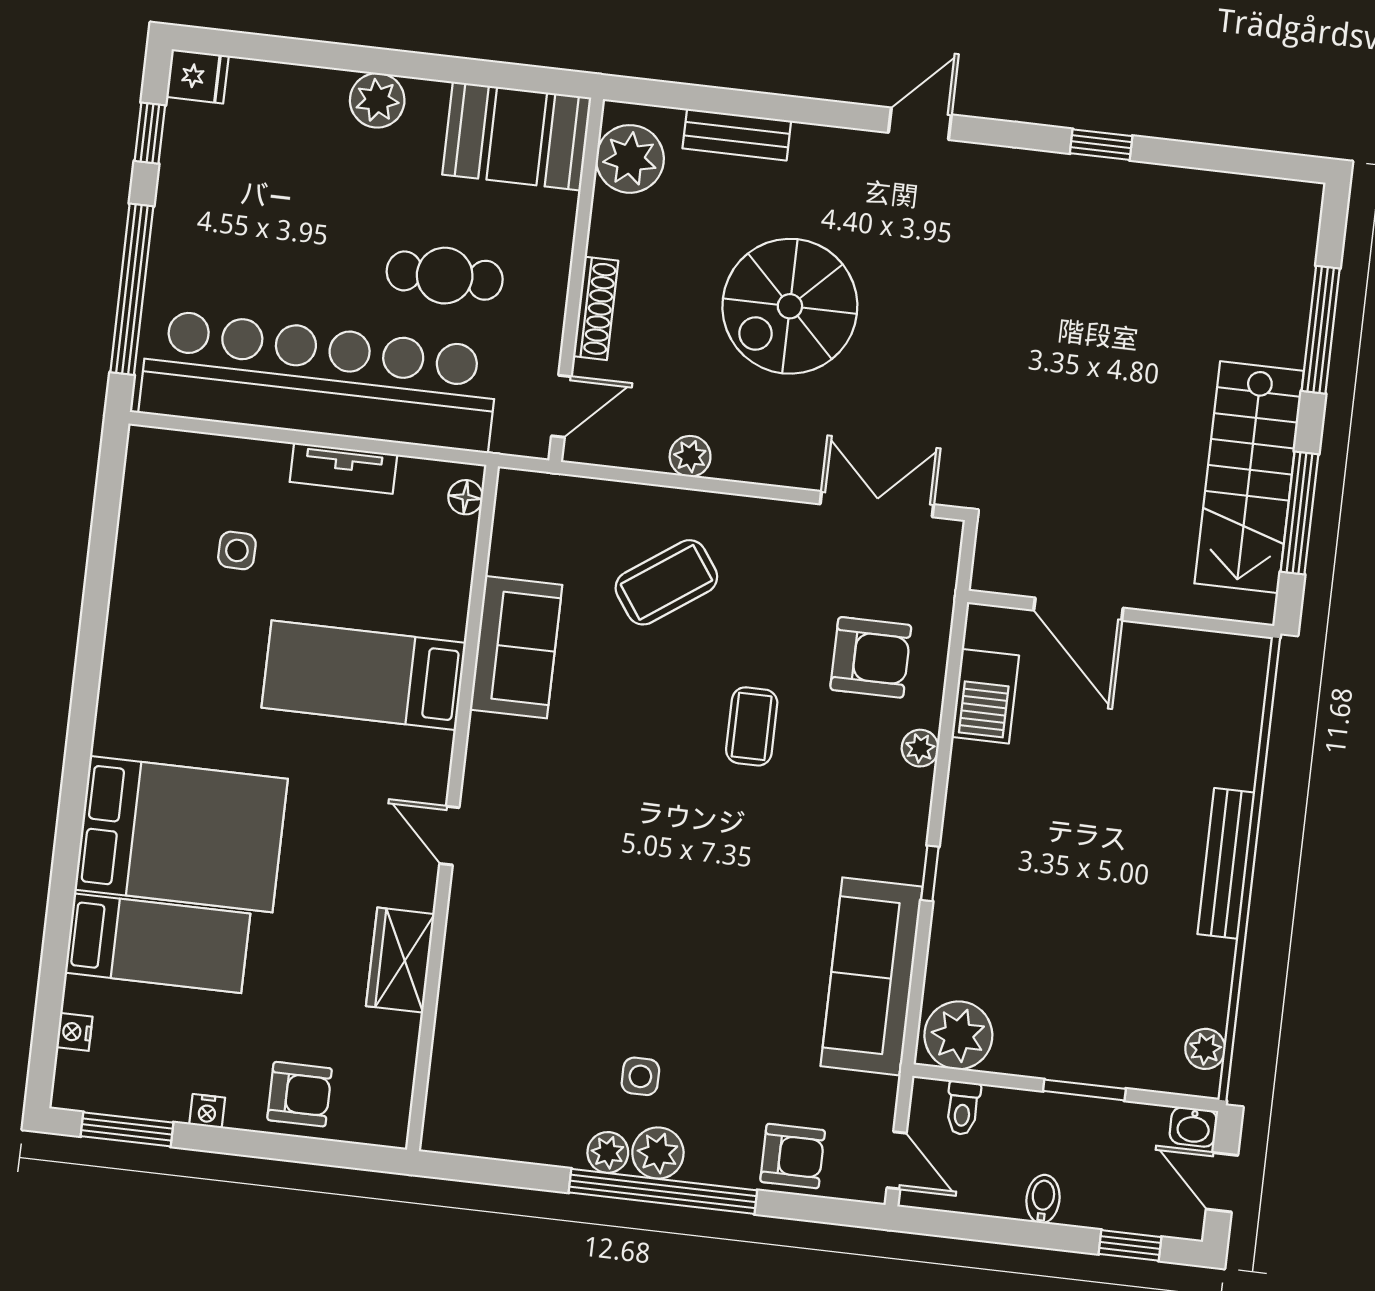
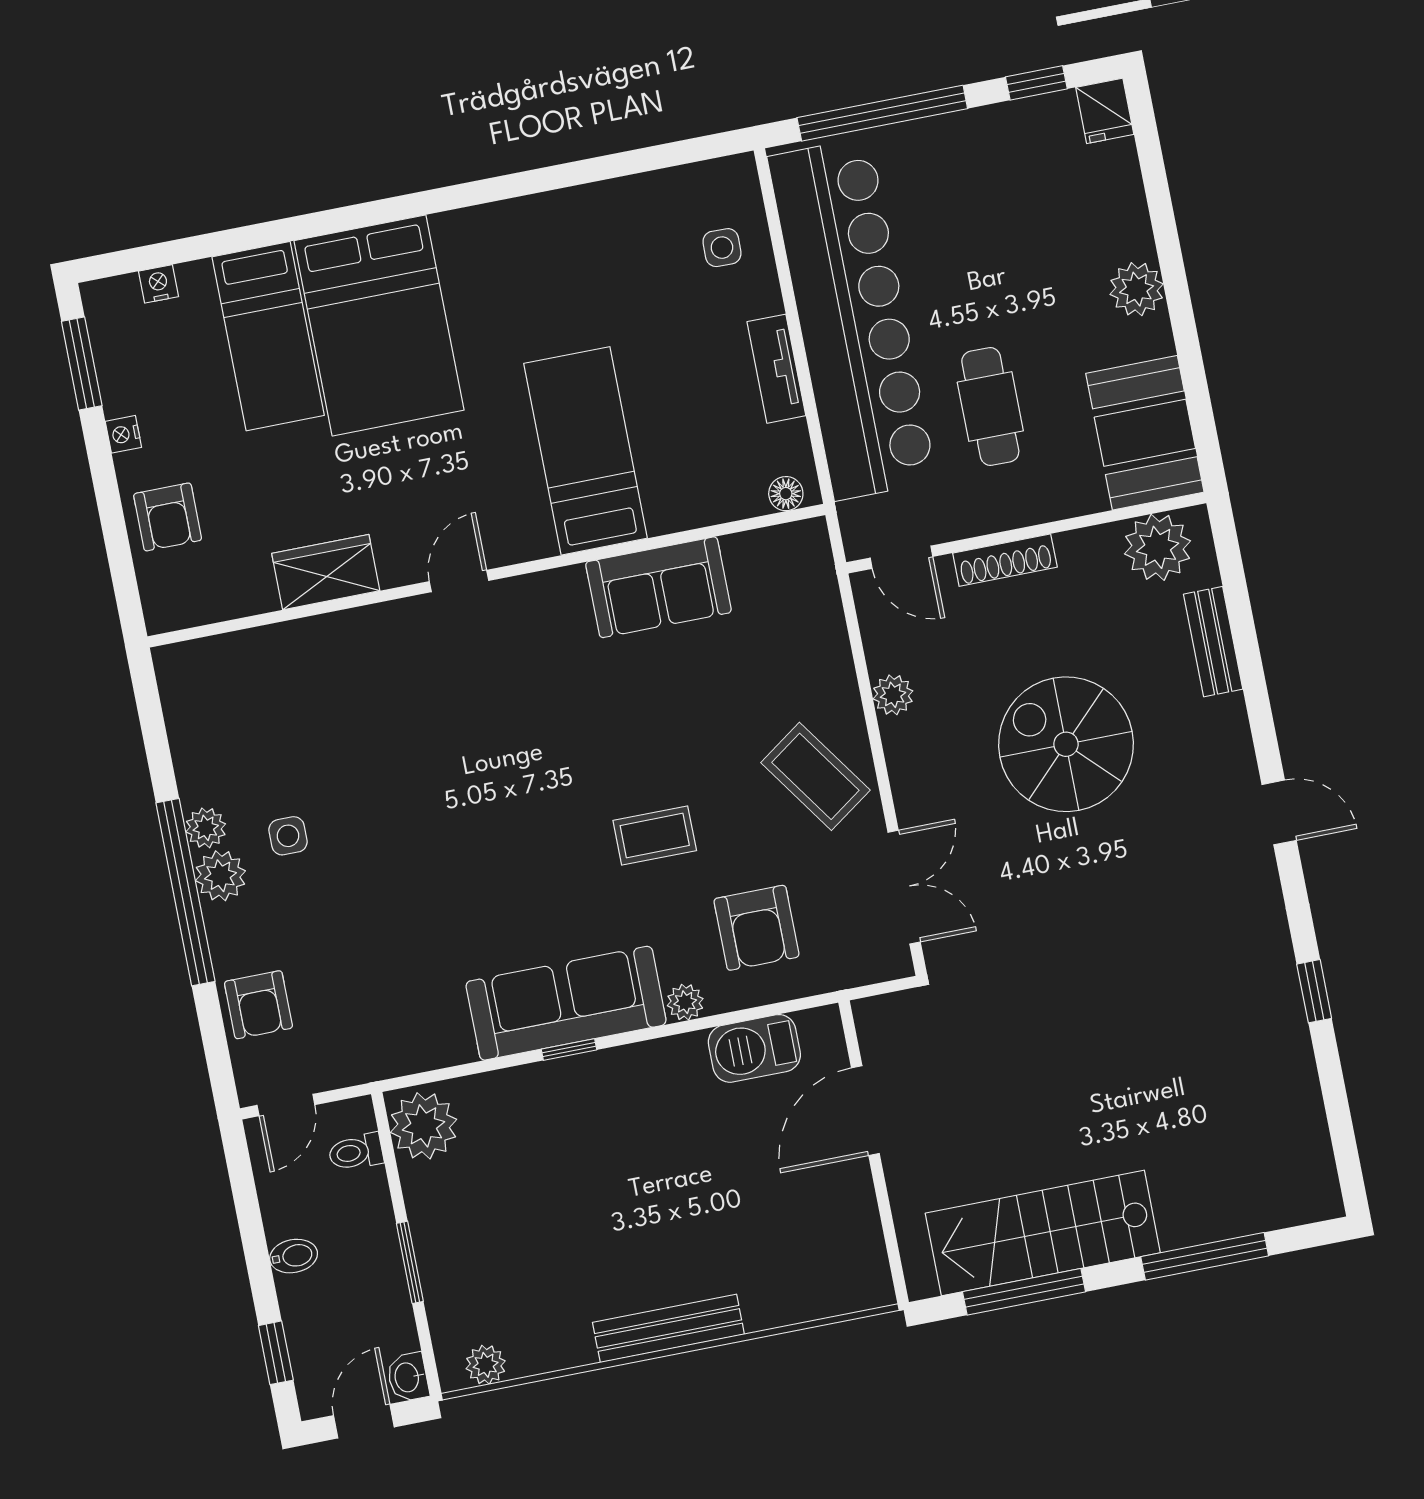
side table: (237, 550) -> (722, 248), moved
coffee table: (666, 582) -> (815, 776), moved
sofa: (871, 976) -> (566, 1003), moved

